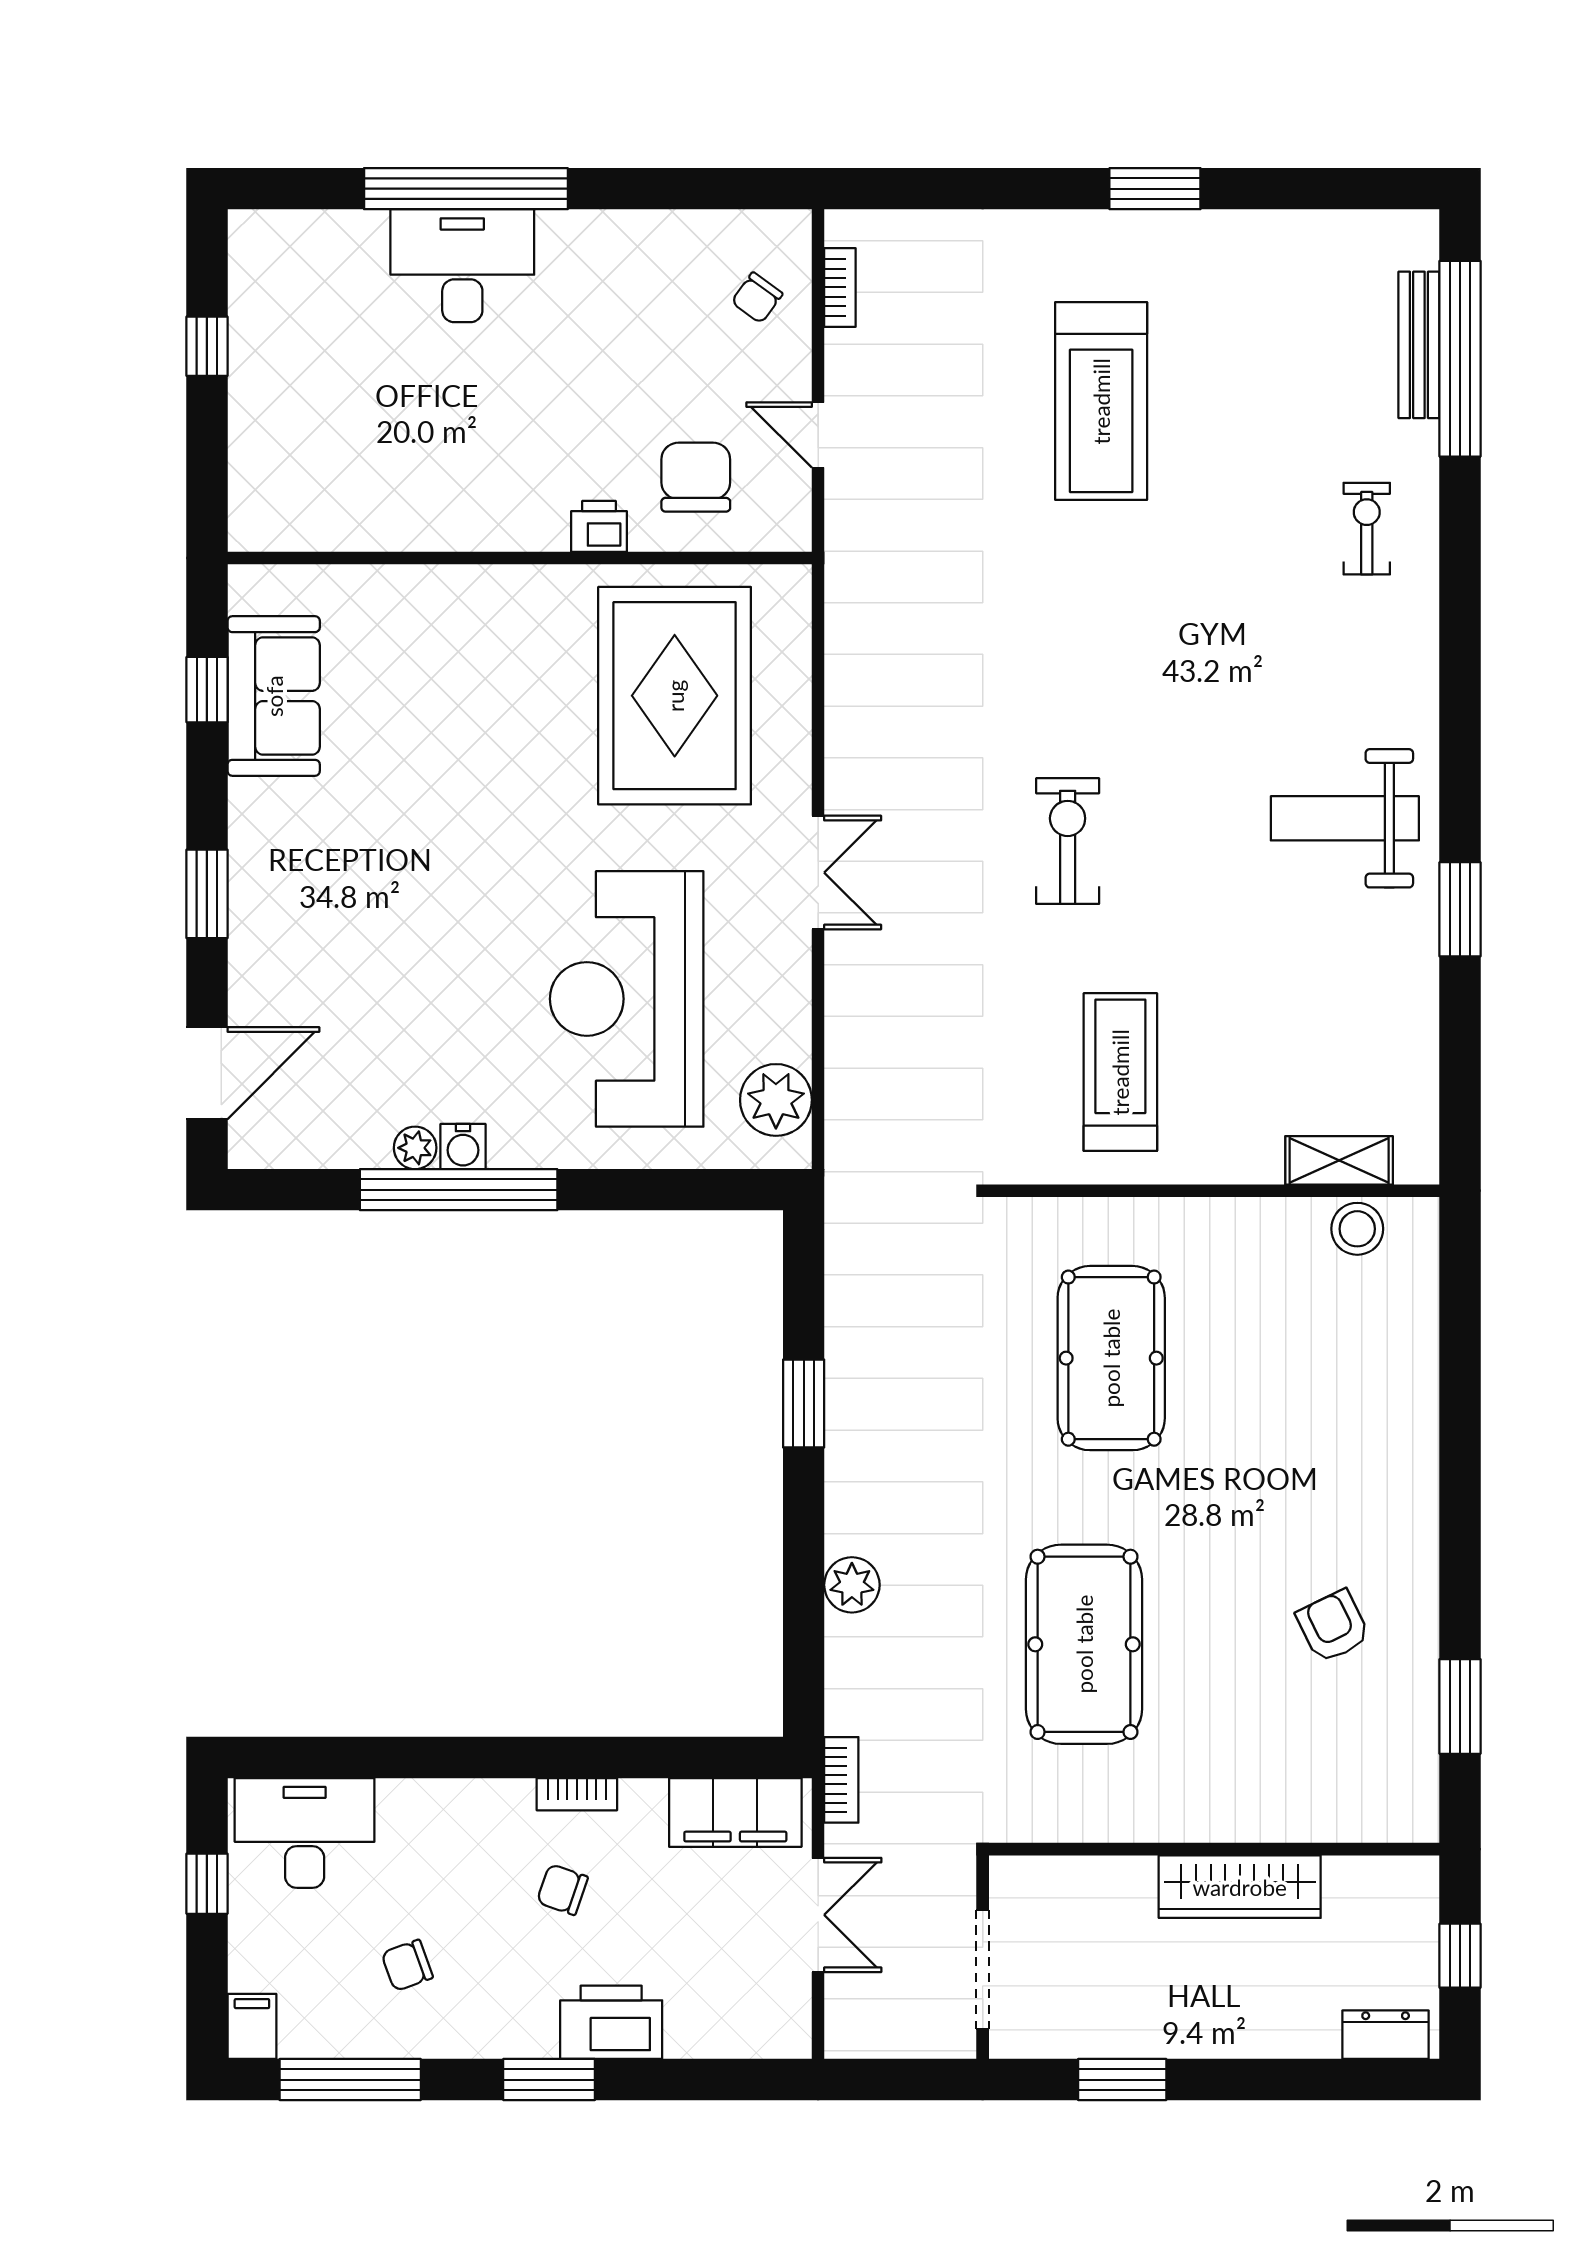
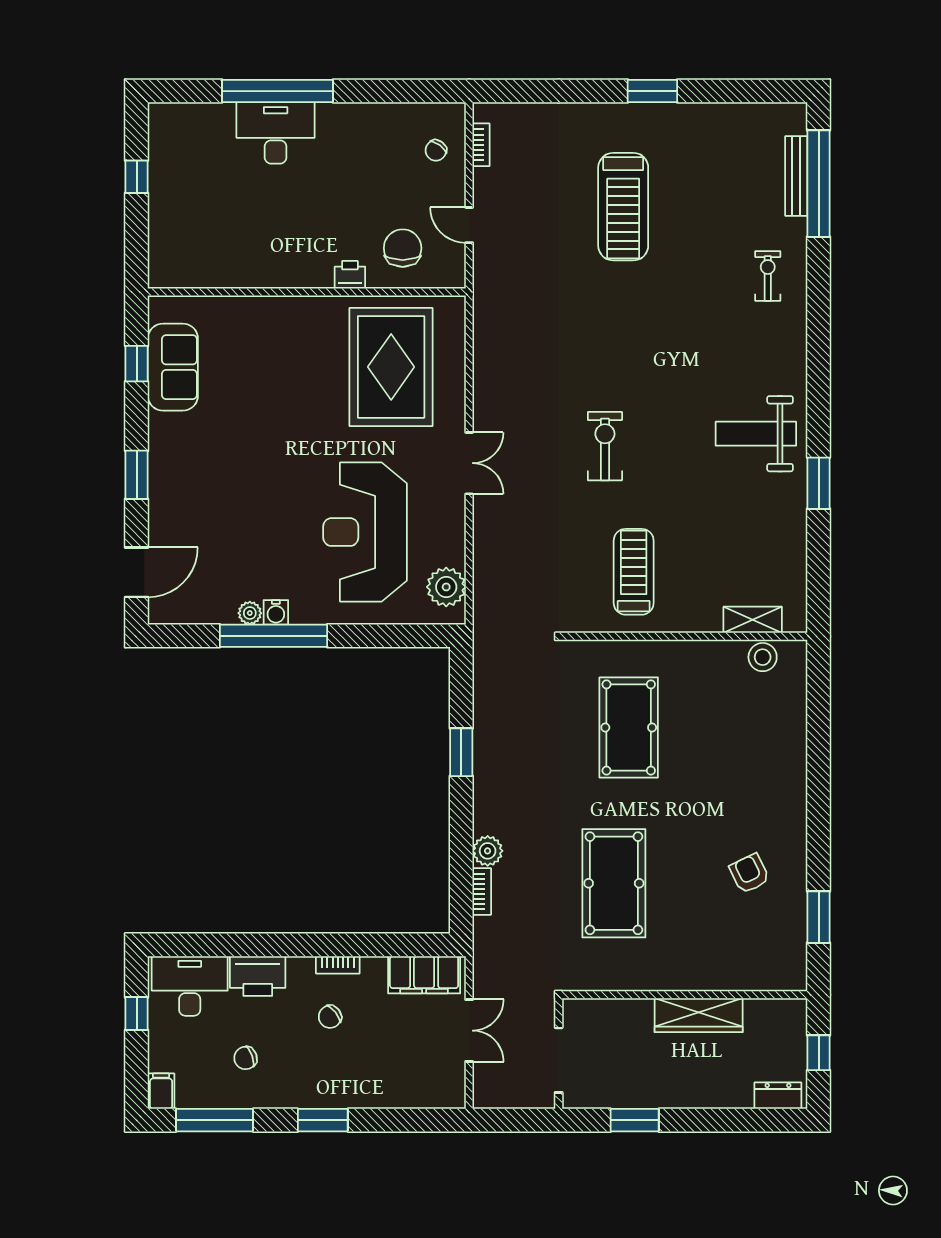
bookcase: (841, 1780) -> (482, 891), moved
chair: (562, 1890) -> (330, 1017), turned -57
printer: (611, 2022) -> (258, 976), moved, turned 180

